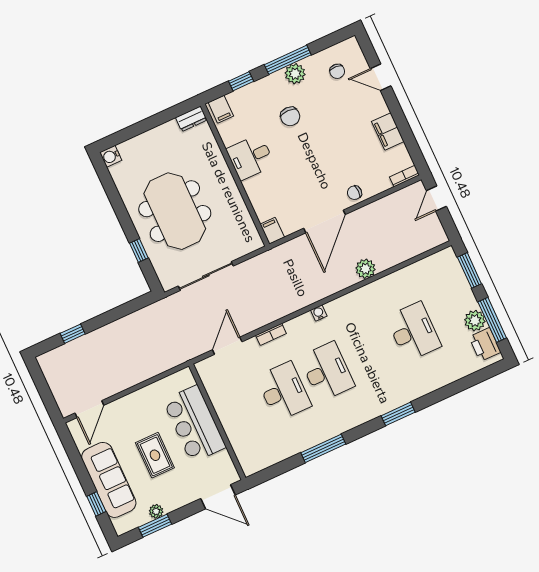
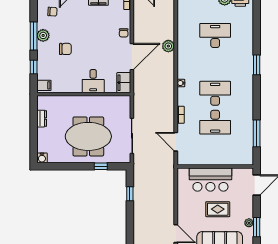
dresser: (191, 119) -> (42, 119), moved
desk: (250, 157) -> (93, 81), moved
door: (324, 221) -> (132, 57), hinge flipped
filing cabinet: (272, 231) -> (124, 83), width x2.00
window: (73, 334) -> (130, 194), moved
desk: (284, 391) -> (215, 122), turned 180
window: (323, 448) -> (257, 133), moved

